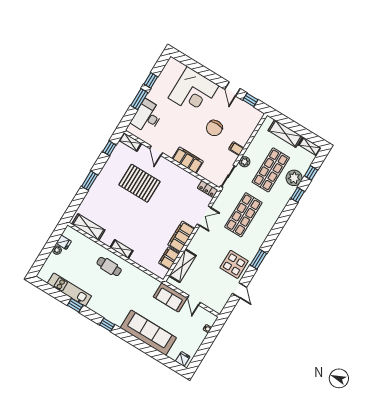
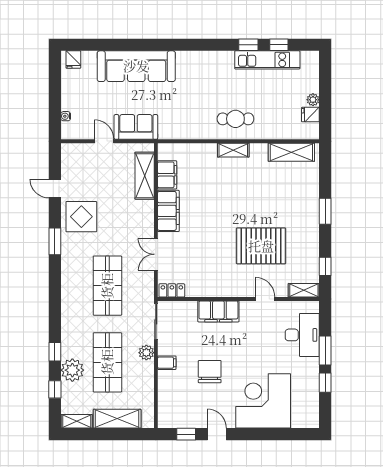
window: (107, 325) -> (279, 45), moved

